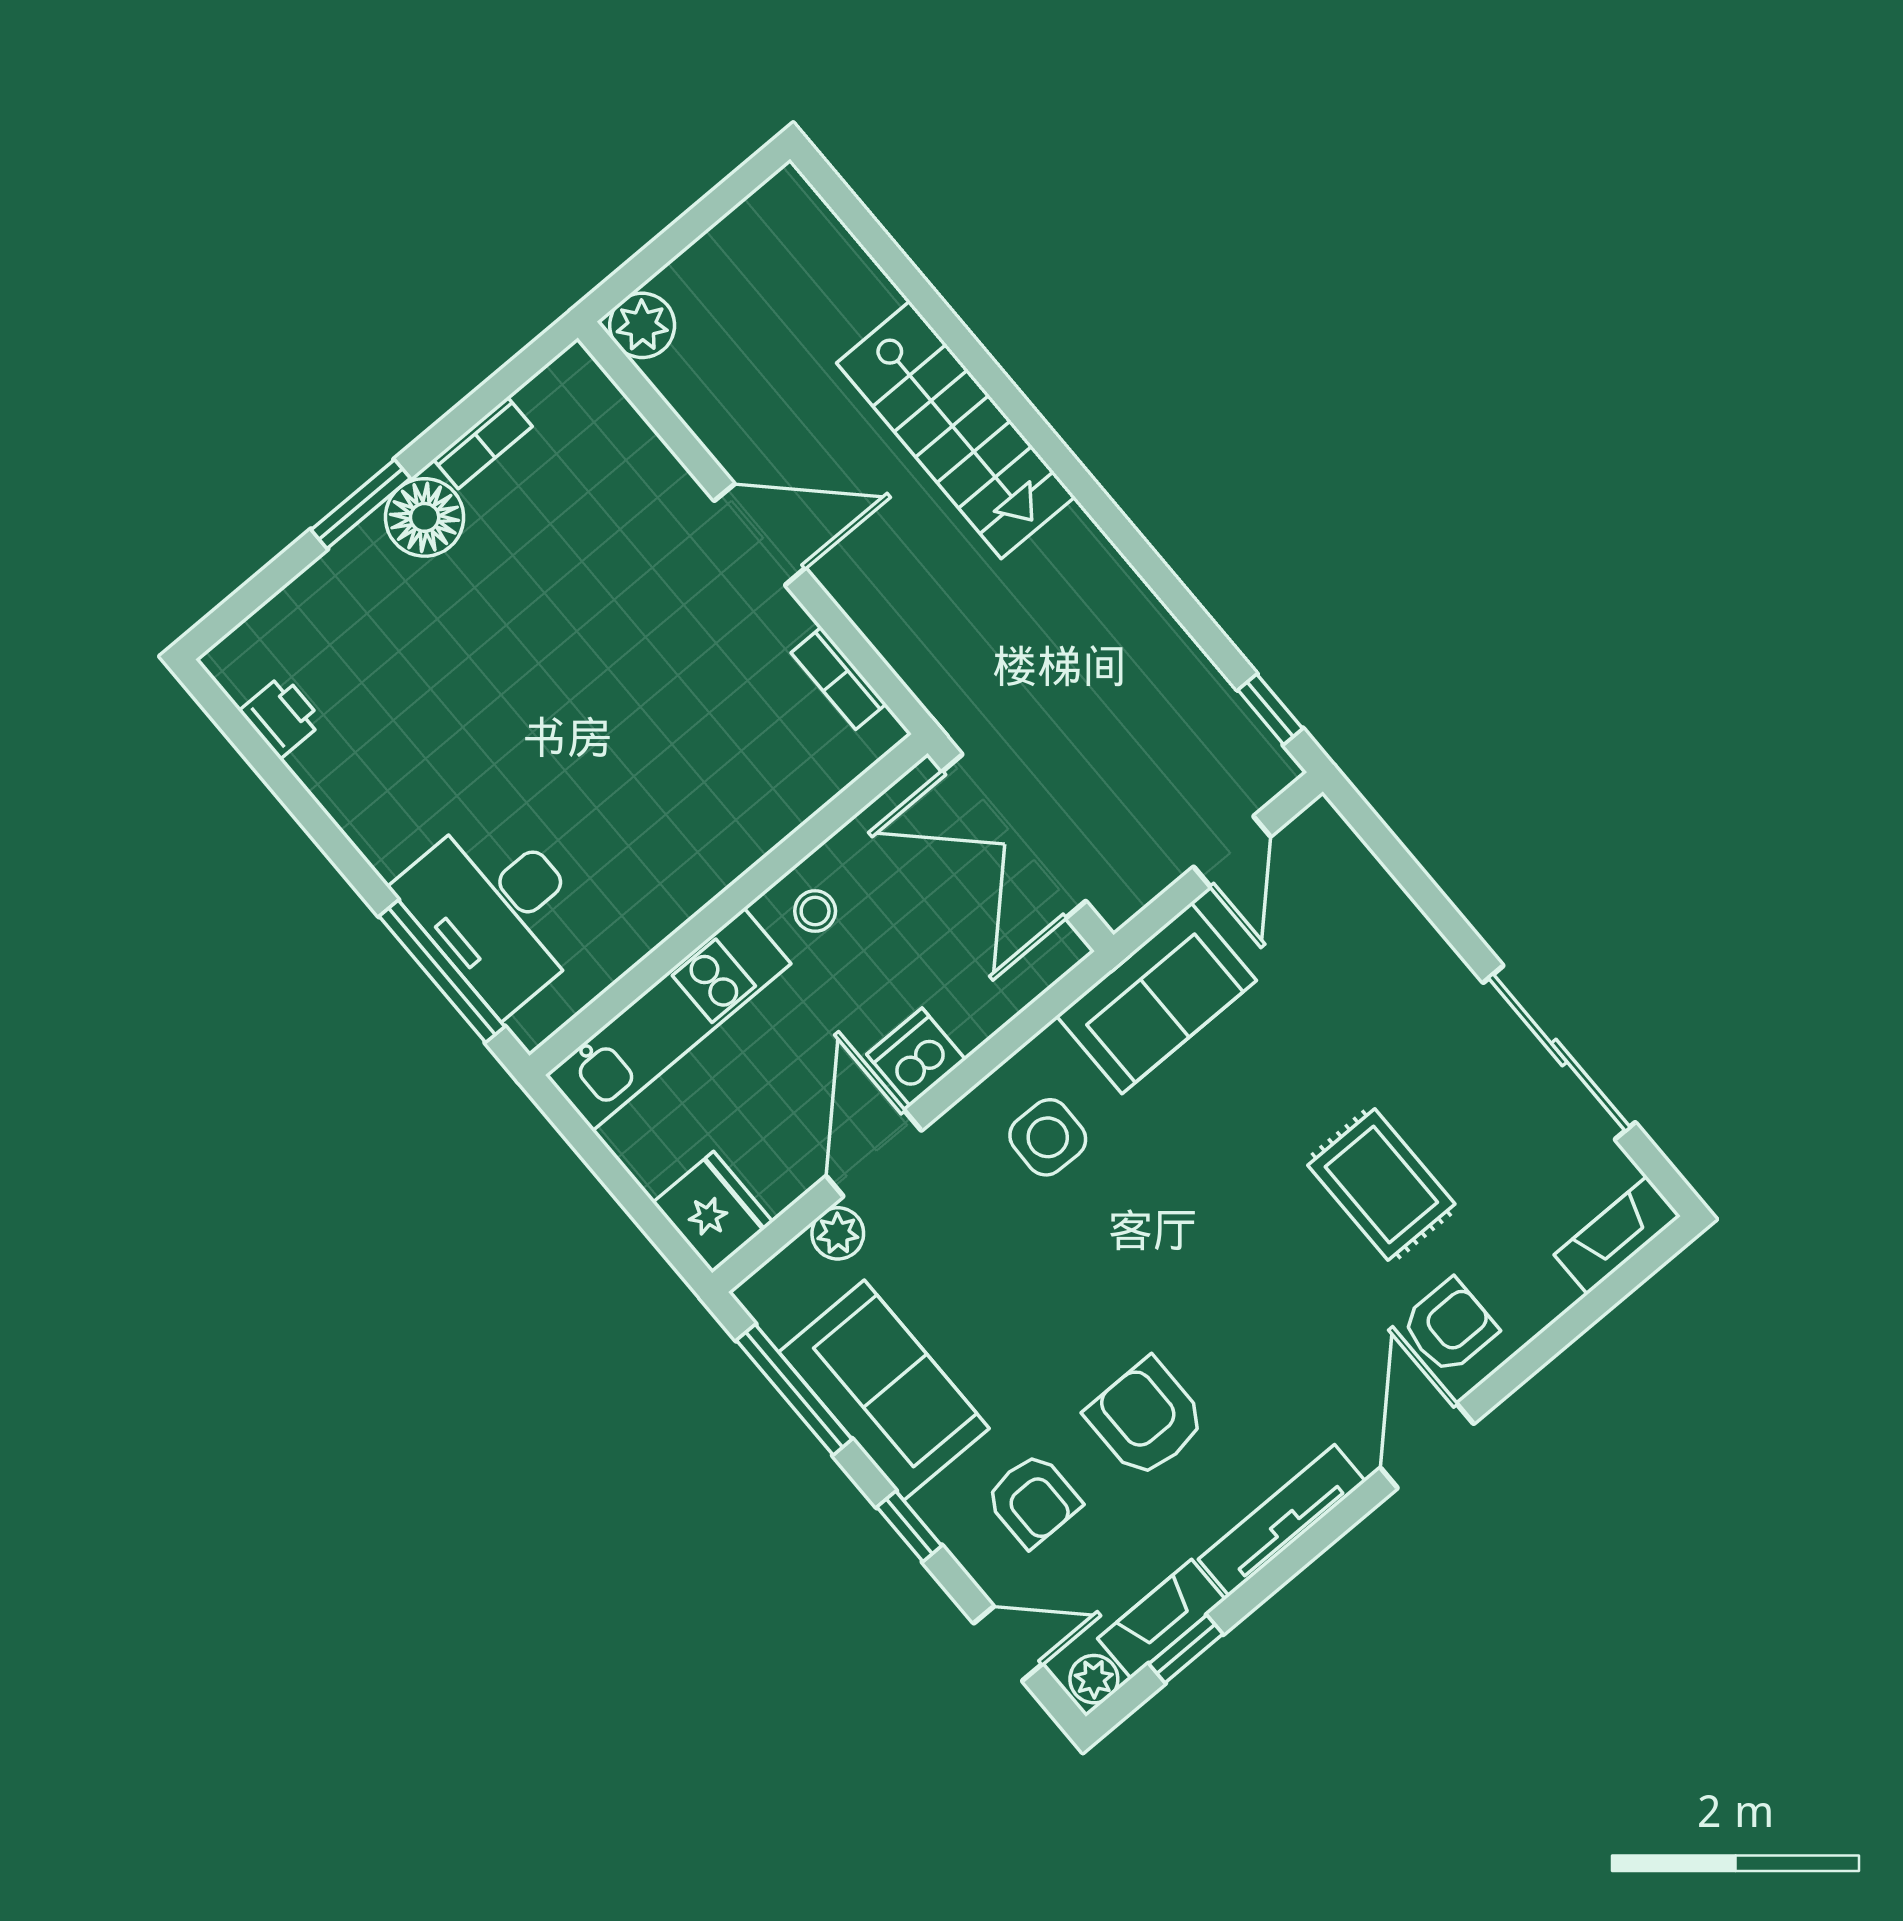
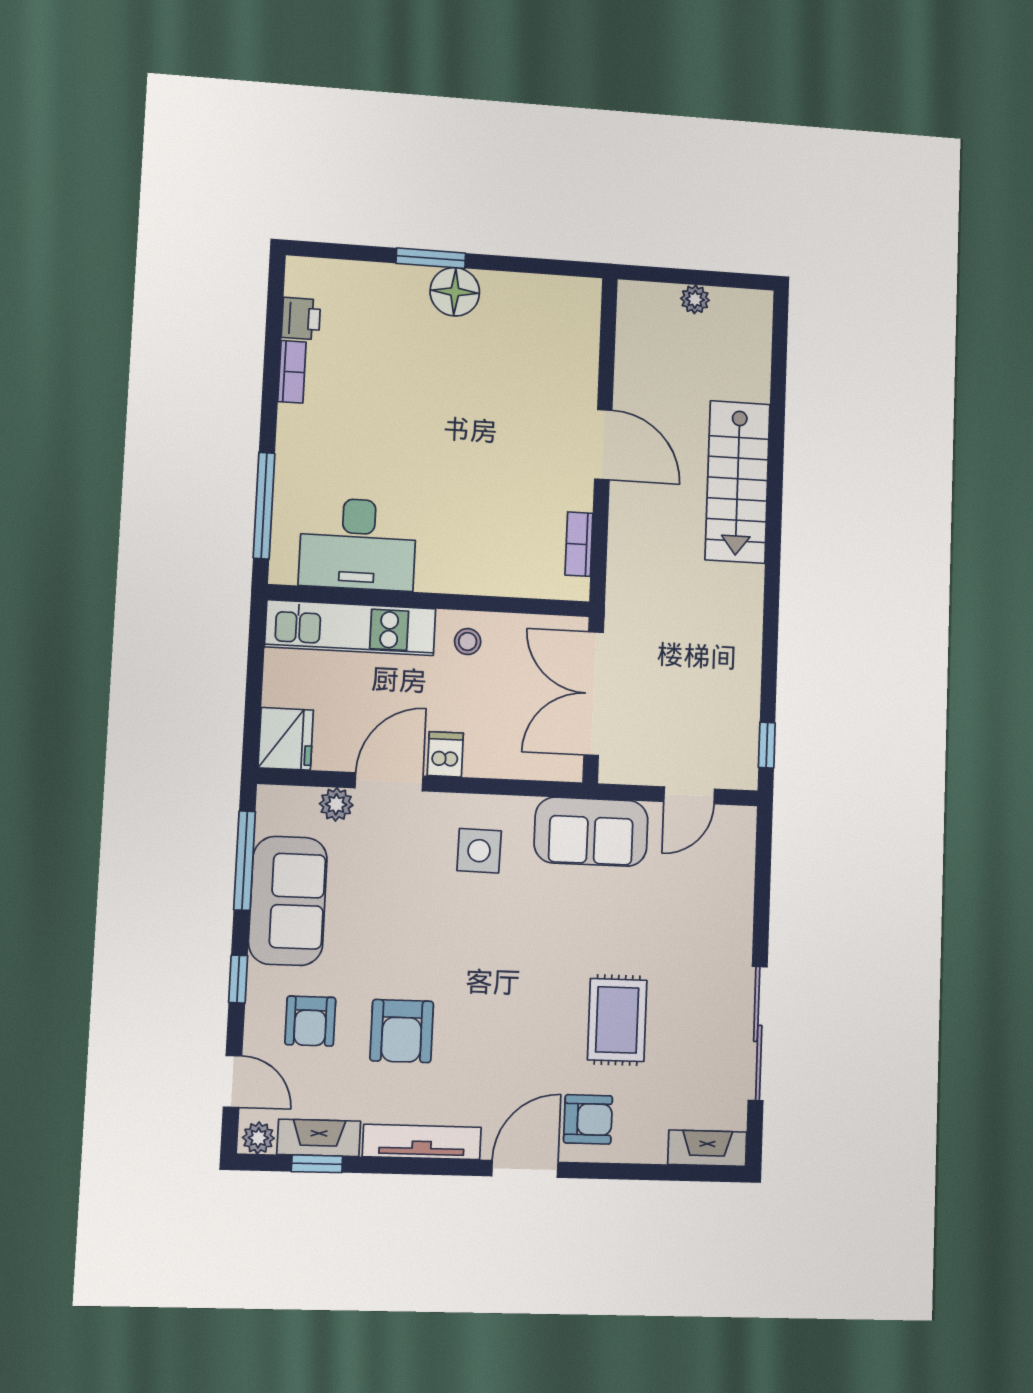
plant: (642, 325) -> (695, 299), moved, width x0.73, depth x0.73
bookcase: (483, 443) -> (292, 372), moved, turned -90
desk: (497, 910) -> (358, 544), moved, turned -90
dishwasher: (916, 1057) -> (445, 754), width x0.73
armchair: (1146, 1418) -> (402, 1031), turned 180

